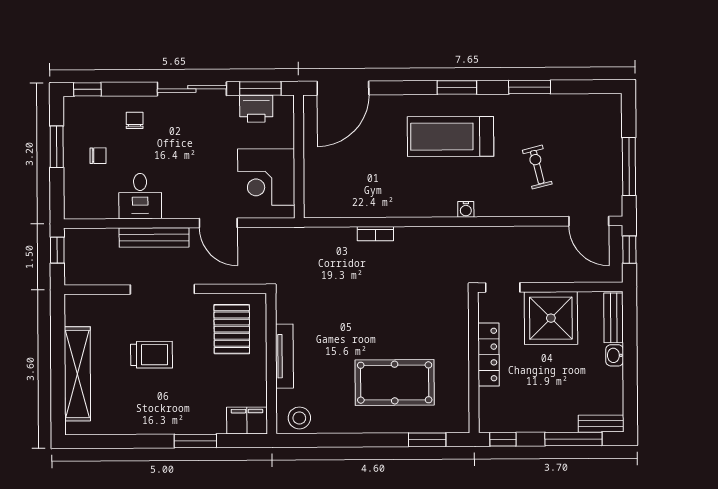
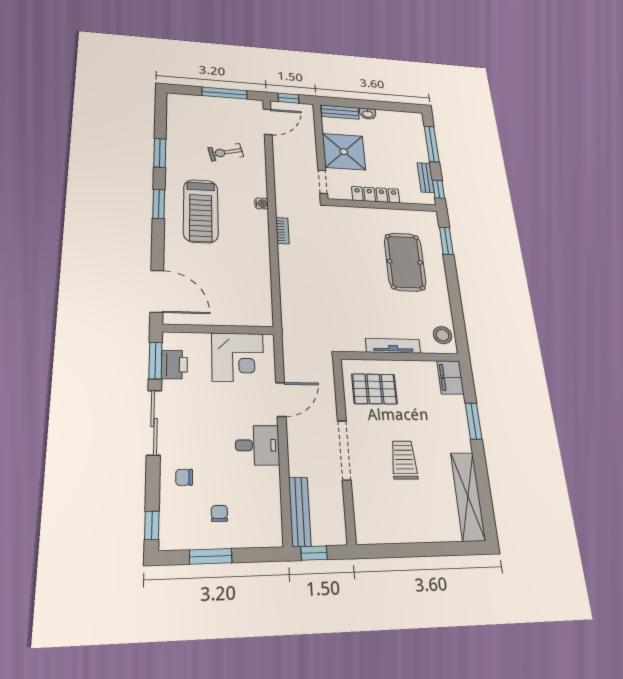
desk: (140, 196) -> (257, 445), moved
bookcase: (375, 234) -> (282, 231), moved
bench: (154, 237) -> (300, 511), moved
shelving: (77, 374) -> (468, 496), moved, turned 90
bench: (601, 424) -> (426, 178), moved

